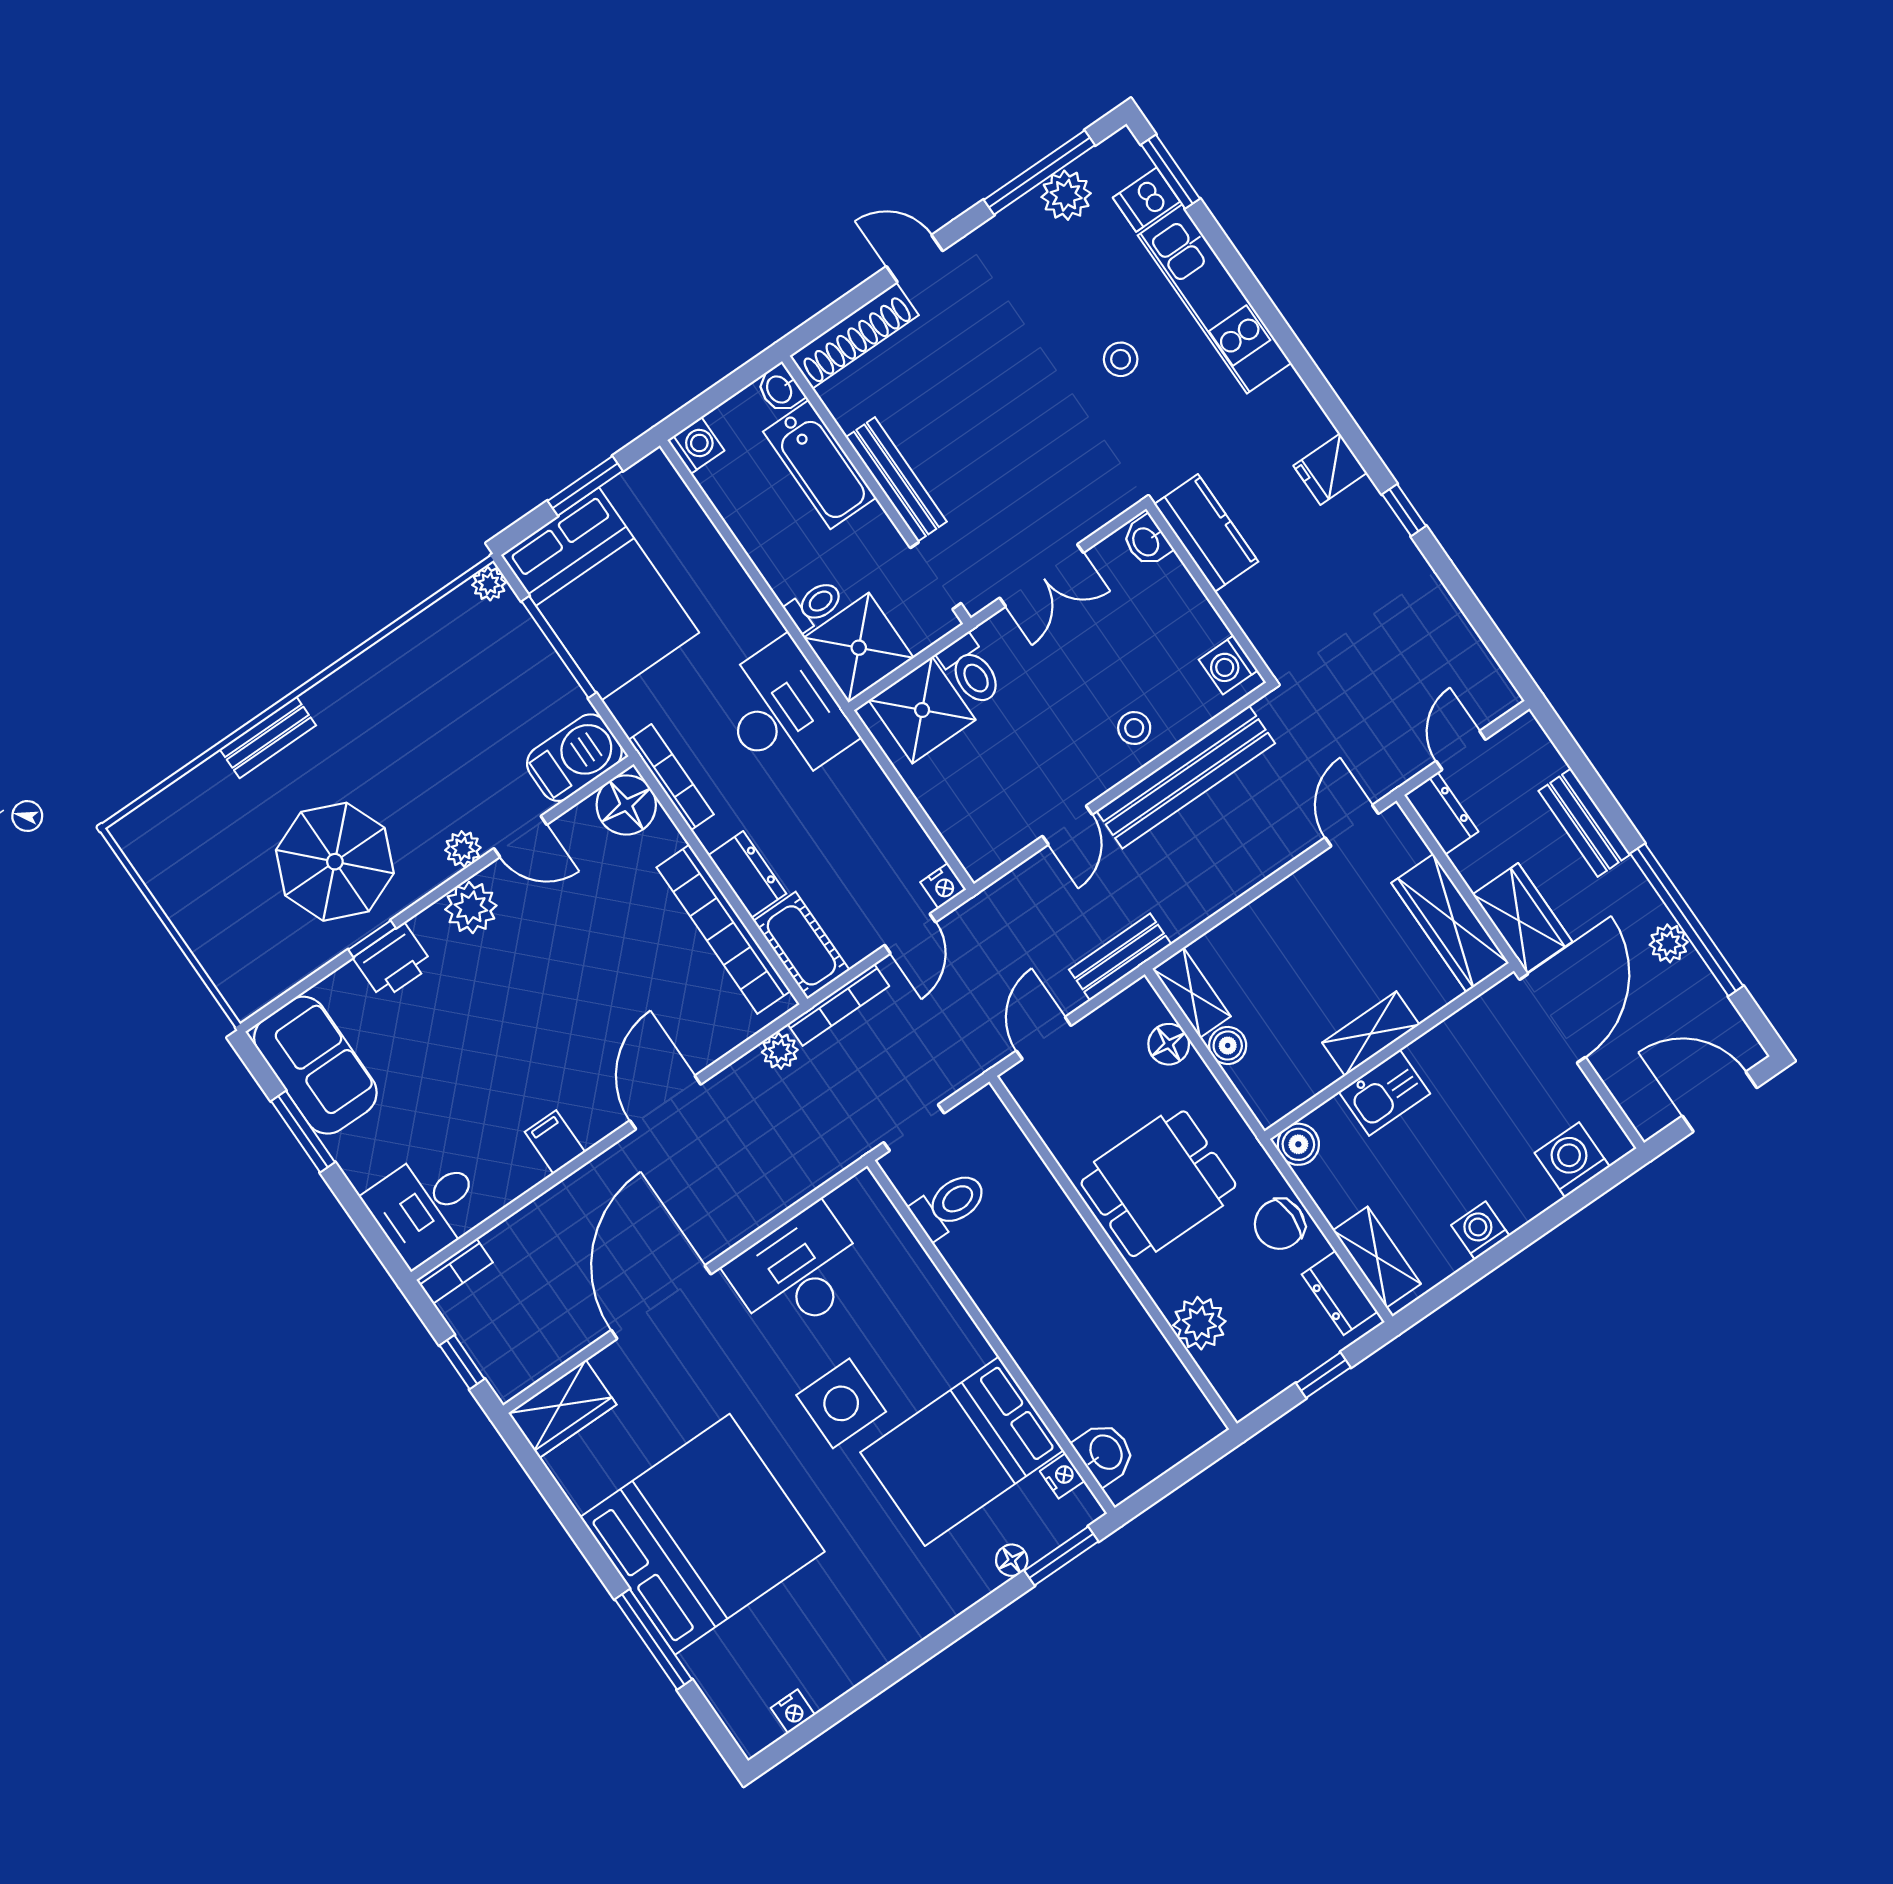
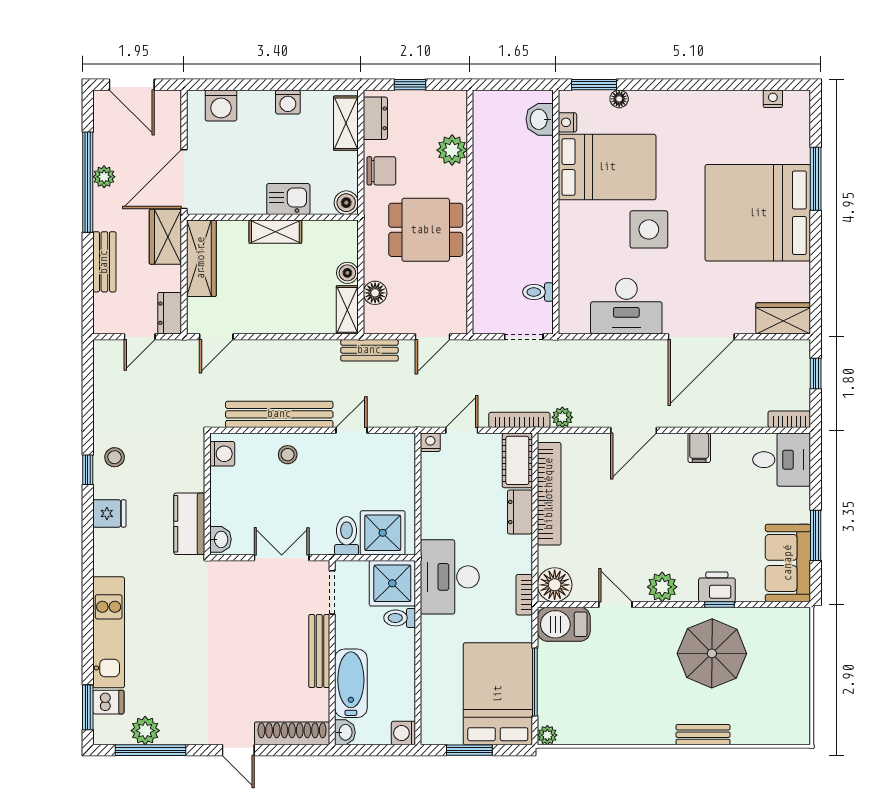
stool: (1121, 359) -> (115, 457), moved
bookcase: (671, 777) -> (524, 595), width x0.64
plant: (463, 849) -> (647, 617), removed
toilet: (949, 1205) -> (538, 292), width x0.73, depth x0.72

